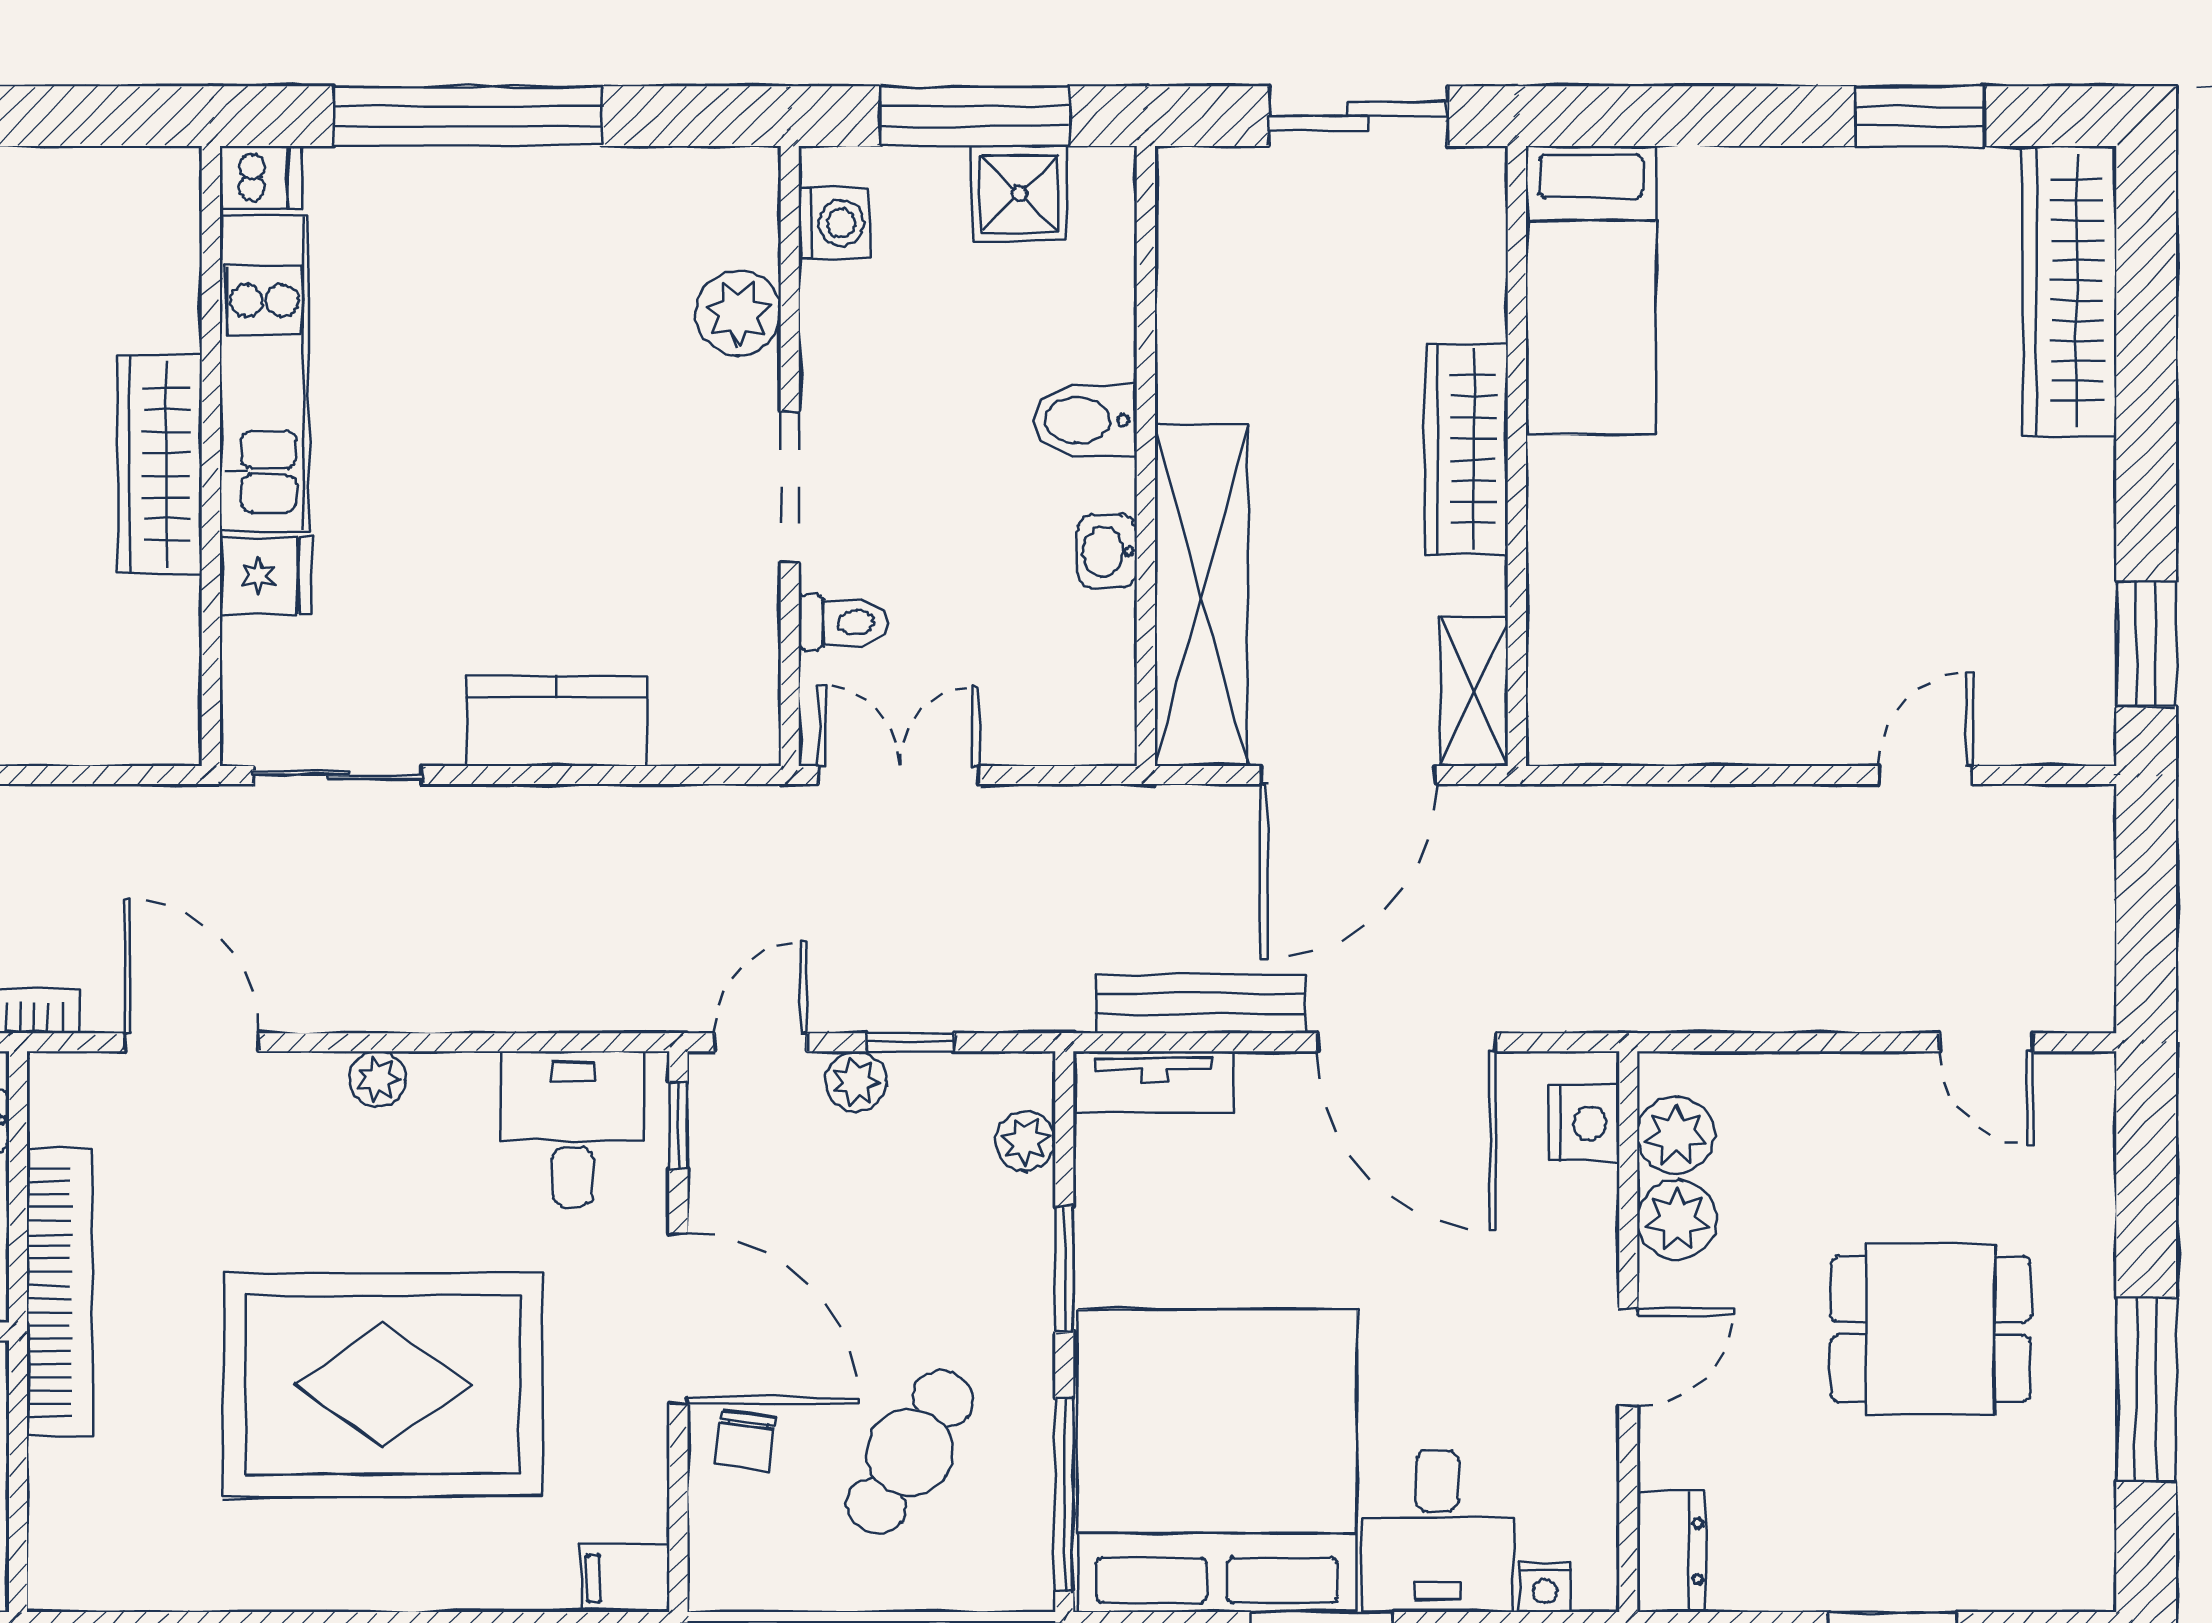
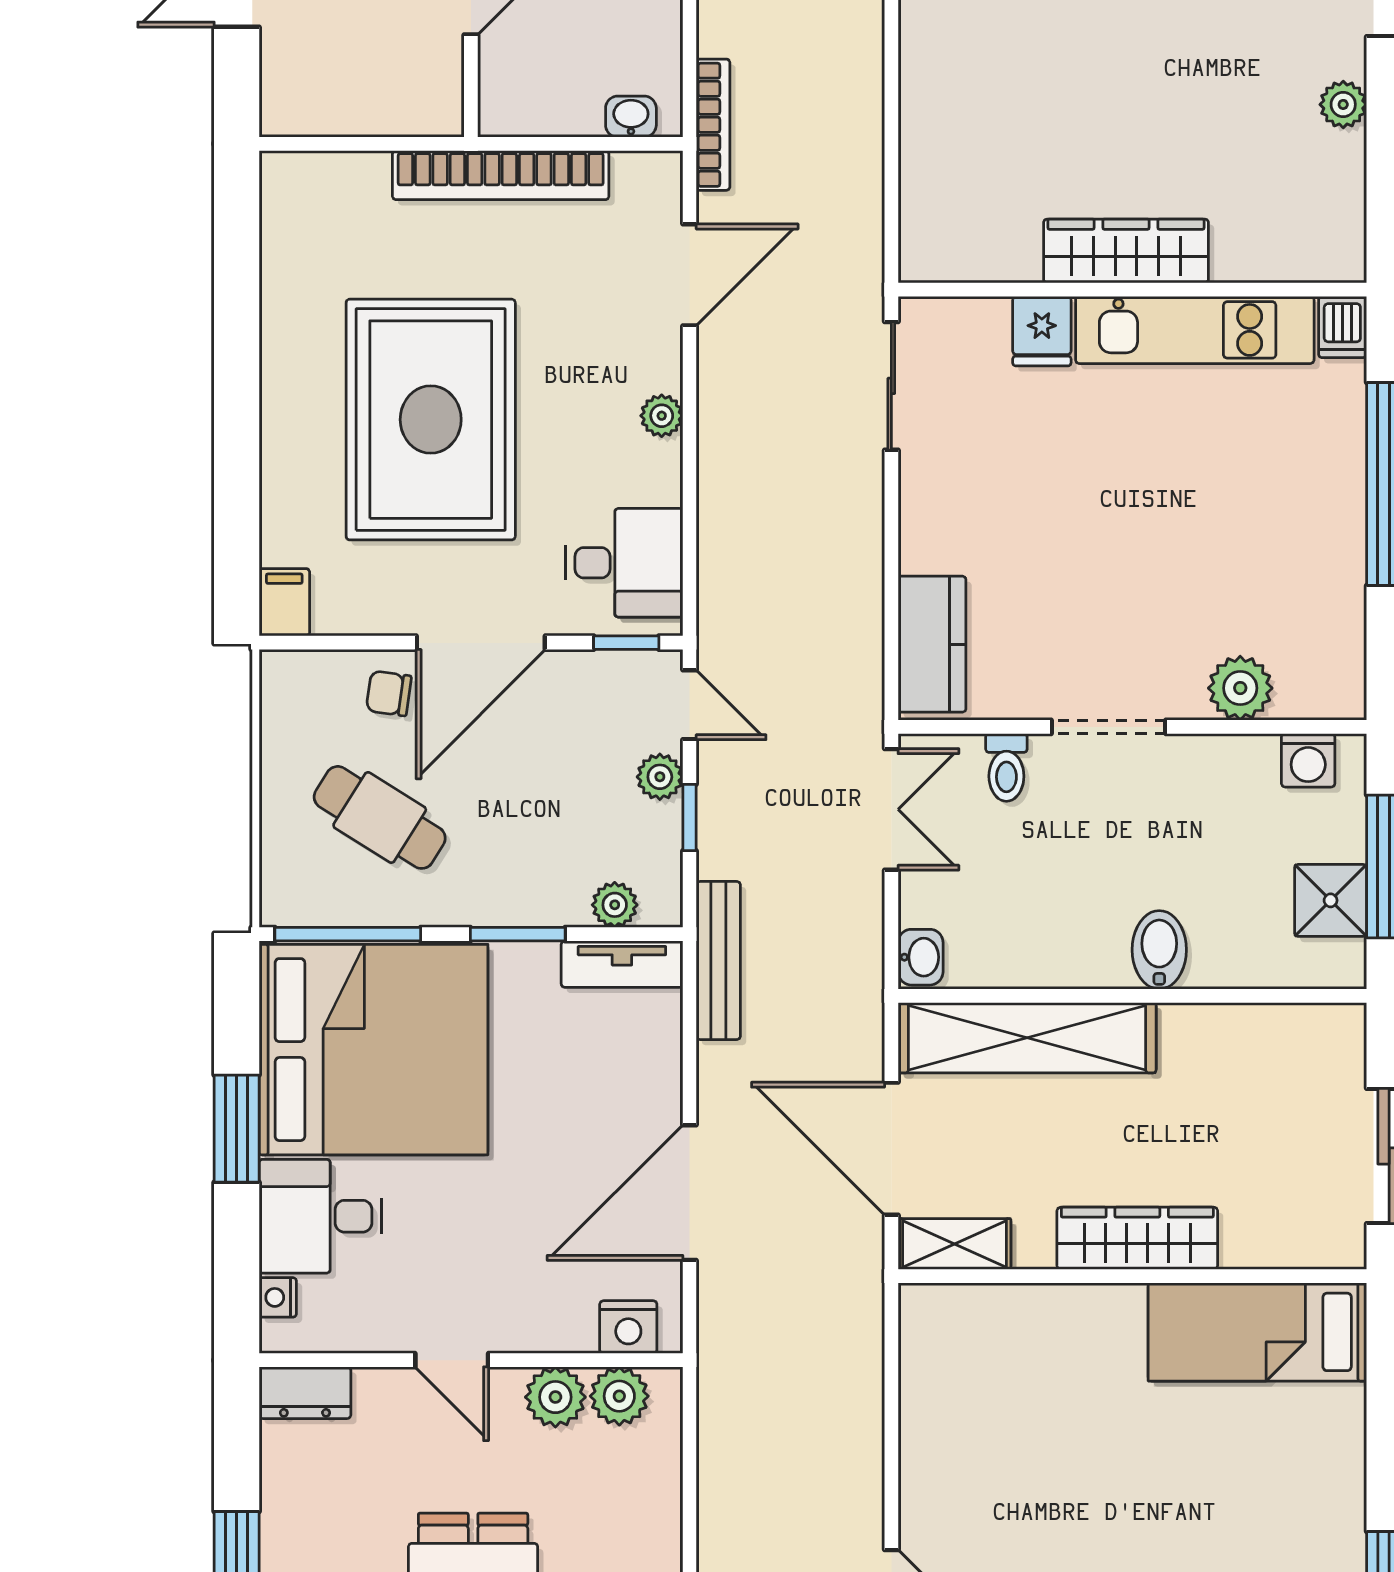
washbasin: (1107, 551) -> (921, 957), moved, turned 90
kitchen counter: (556, 721) -> (932, 644), moved
bench: (1200, 1004) -> (718, 960), moved
tv unit: (1154, 1082) -> (622, 964), moved, turned -90

